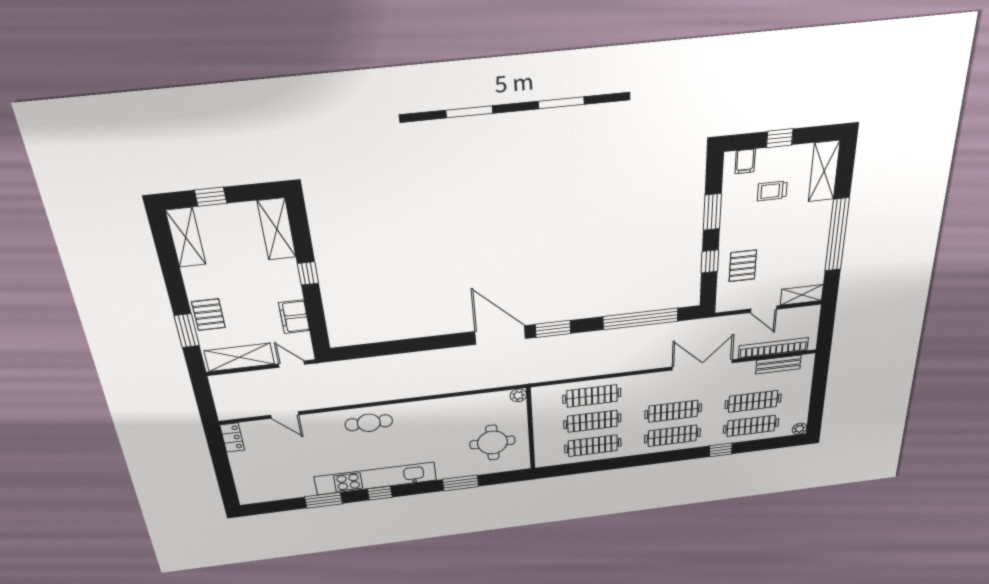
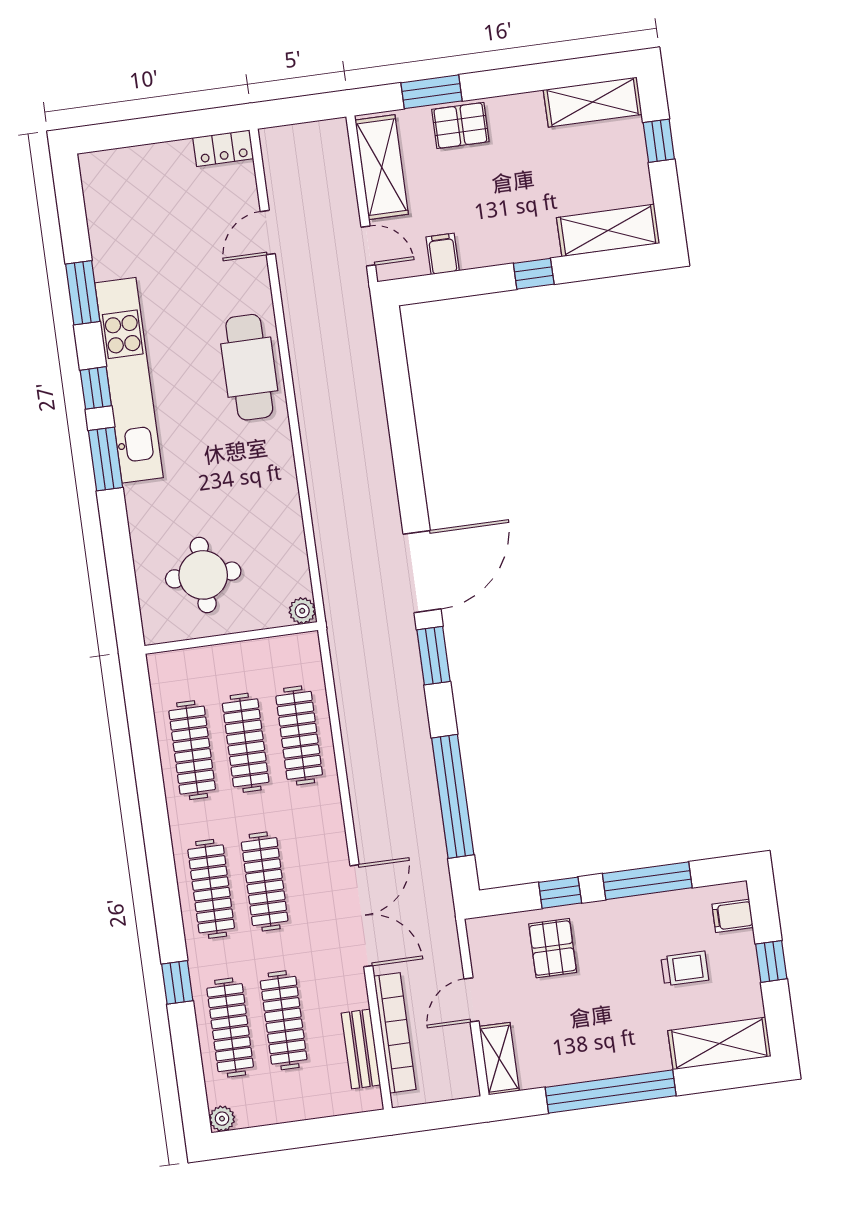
trolley: (772, 191) -> (685, 968), turned 90
window: (712, 212) -> (647, 881), width x1.44
pallet: (743, 266) -> (553, 948), turned 90
filing cabinet: (294, 317) -> (443, 254), width x0.50
door: (292, 364) -> (368, 246), hinge flipped
cafe table: (369, 423) -> (249, 367), width x1.37, depth x1.35
window: (461, 483) -> (106, 459), moved

